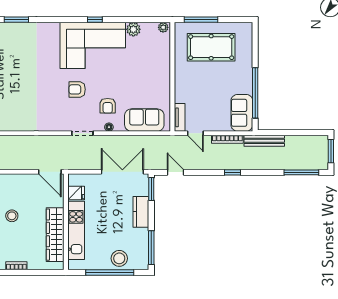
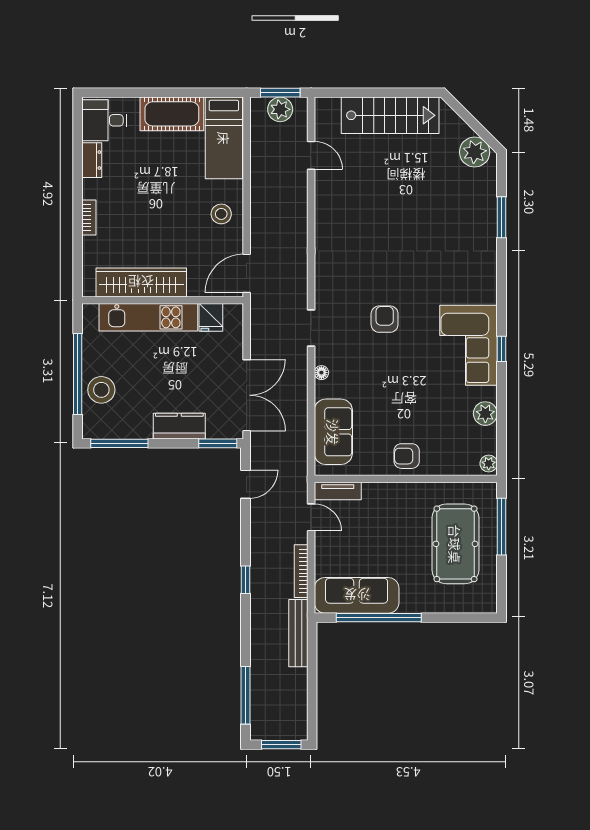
corner sofa: (93, 45) -> (469, 345), width x0.73, depth x0.74
armchair: (108, 106) -> (407, 456), moved
sofa: (242, 113) -> (357, 595), width x1.36
door: (195, 133) -> (311, 517), swing flipped
stool: (12, 216) -> (221, 214), moved

